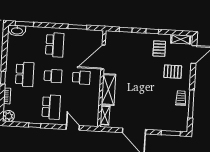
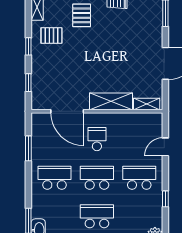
school desk: (53, 76) -> (97, 178), width x1.85

